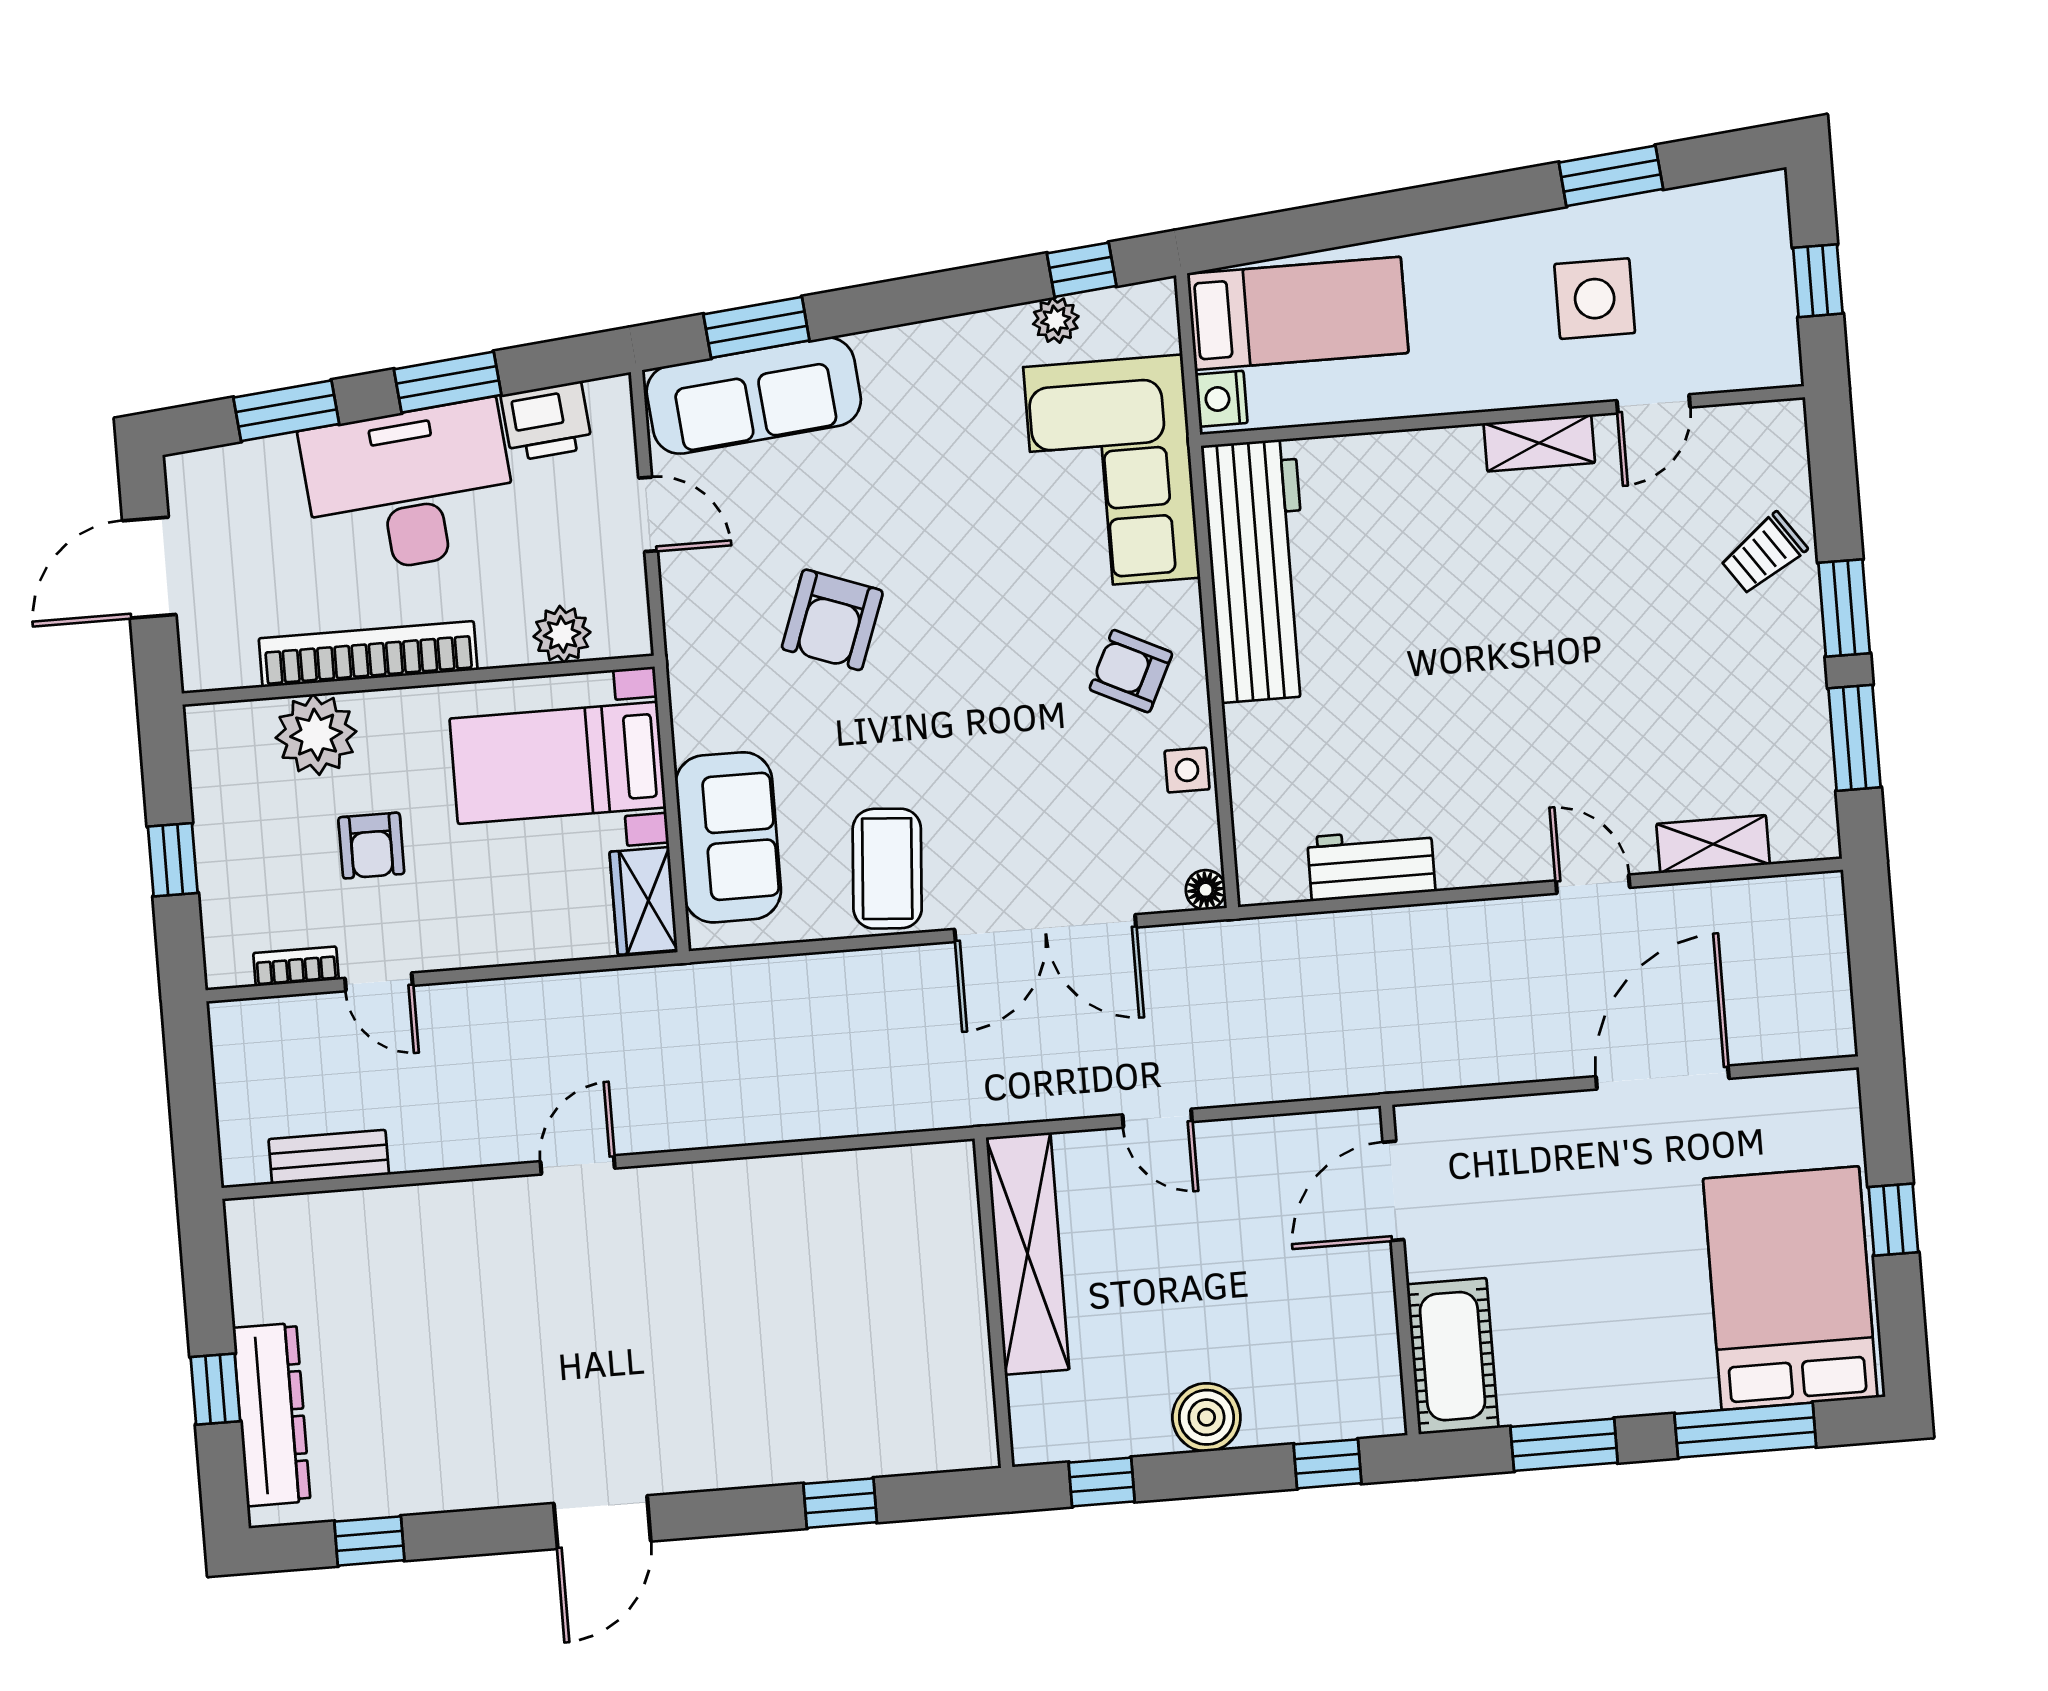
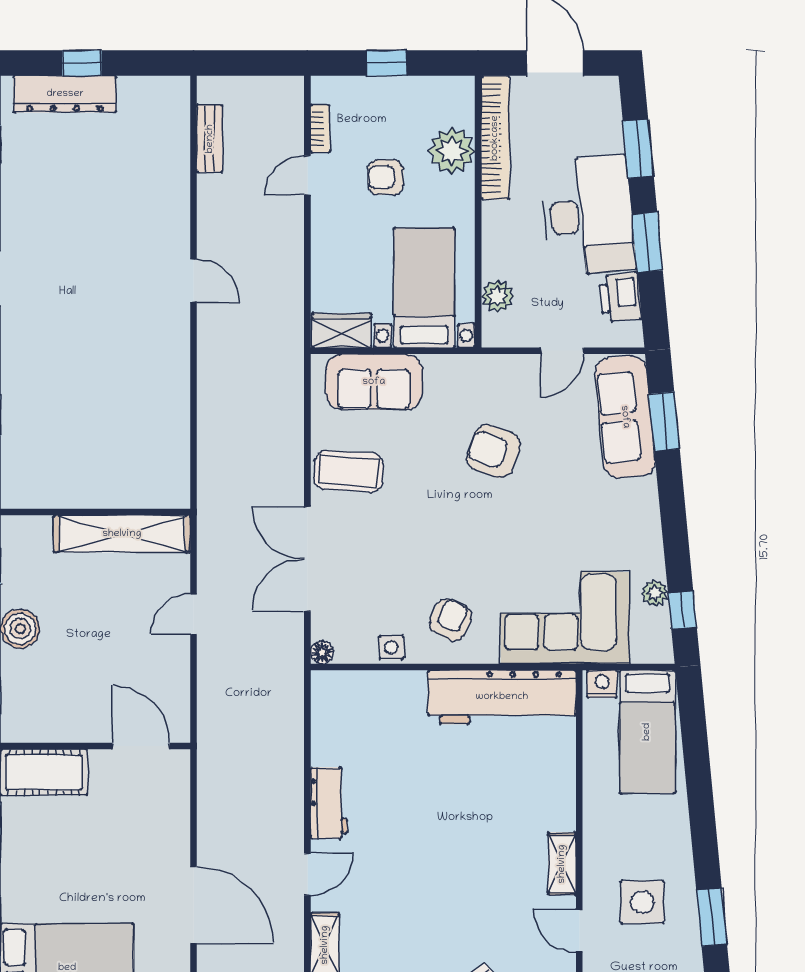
bookcase: (368, 654) -> (495, 138), moved
workbench: (1371, 864) -> (329, 803), moved

